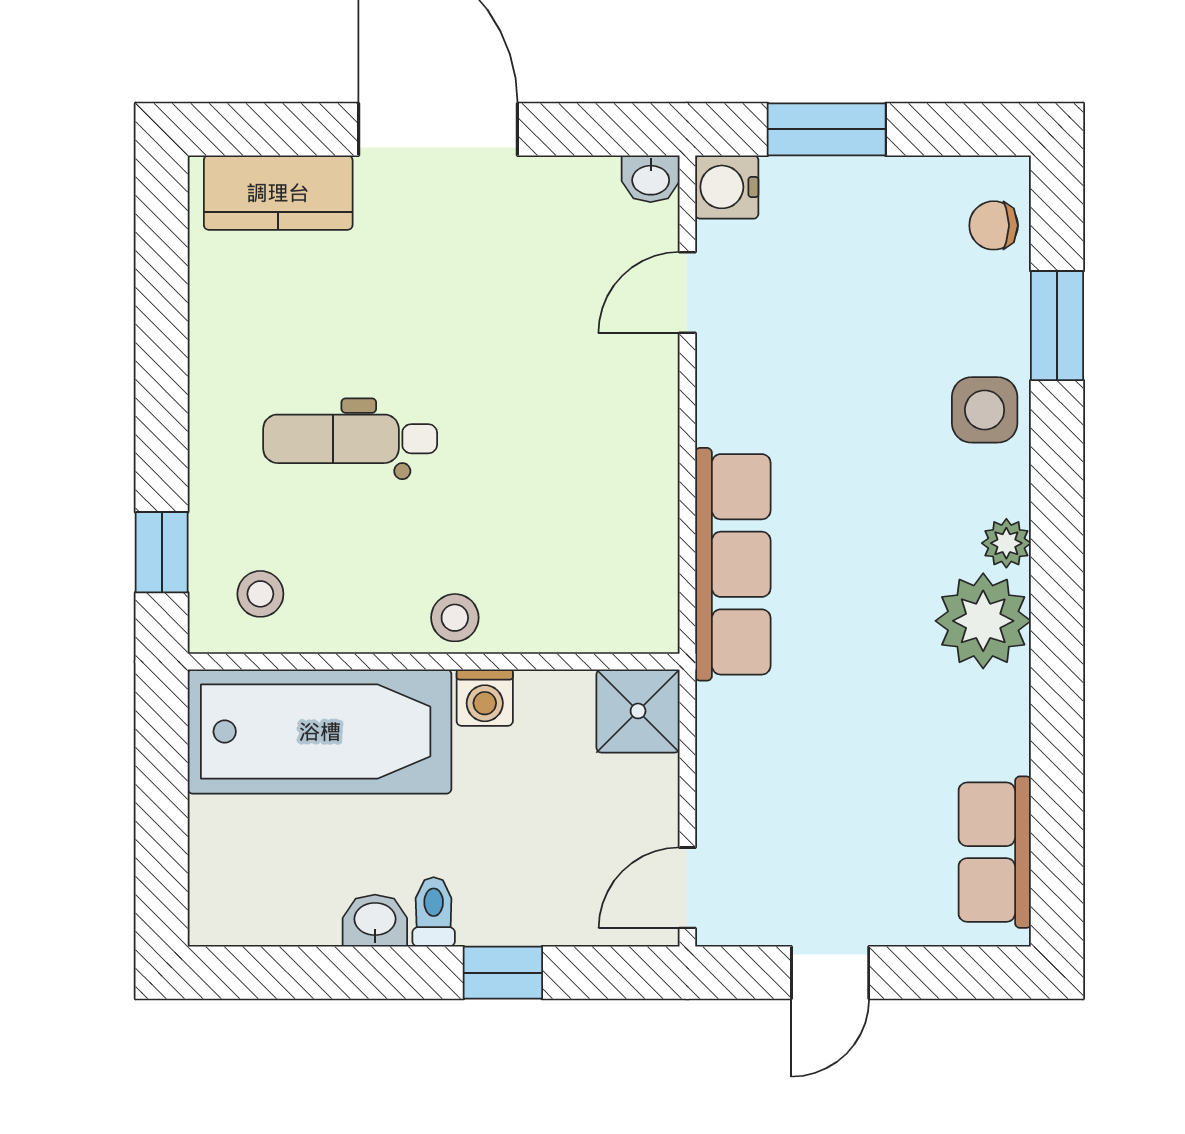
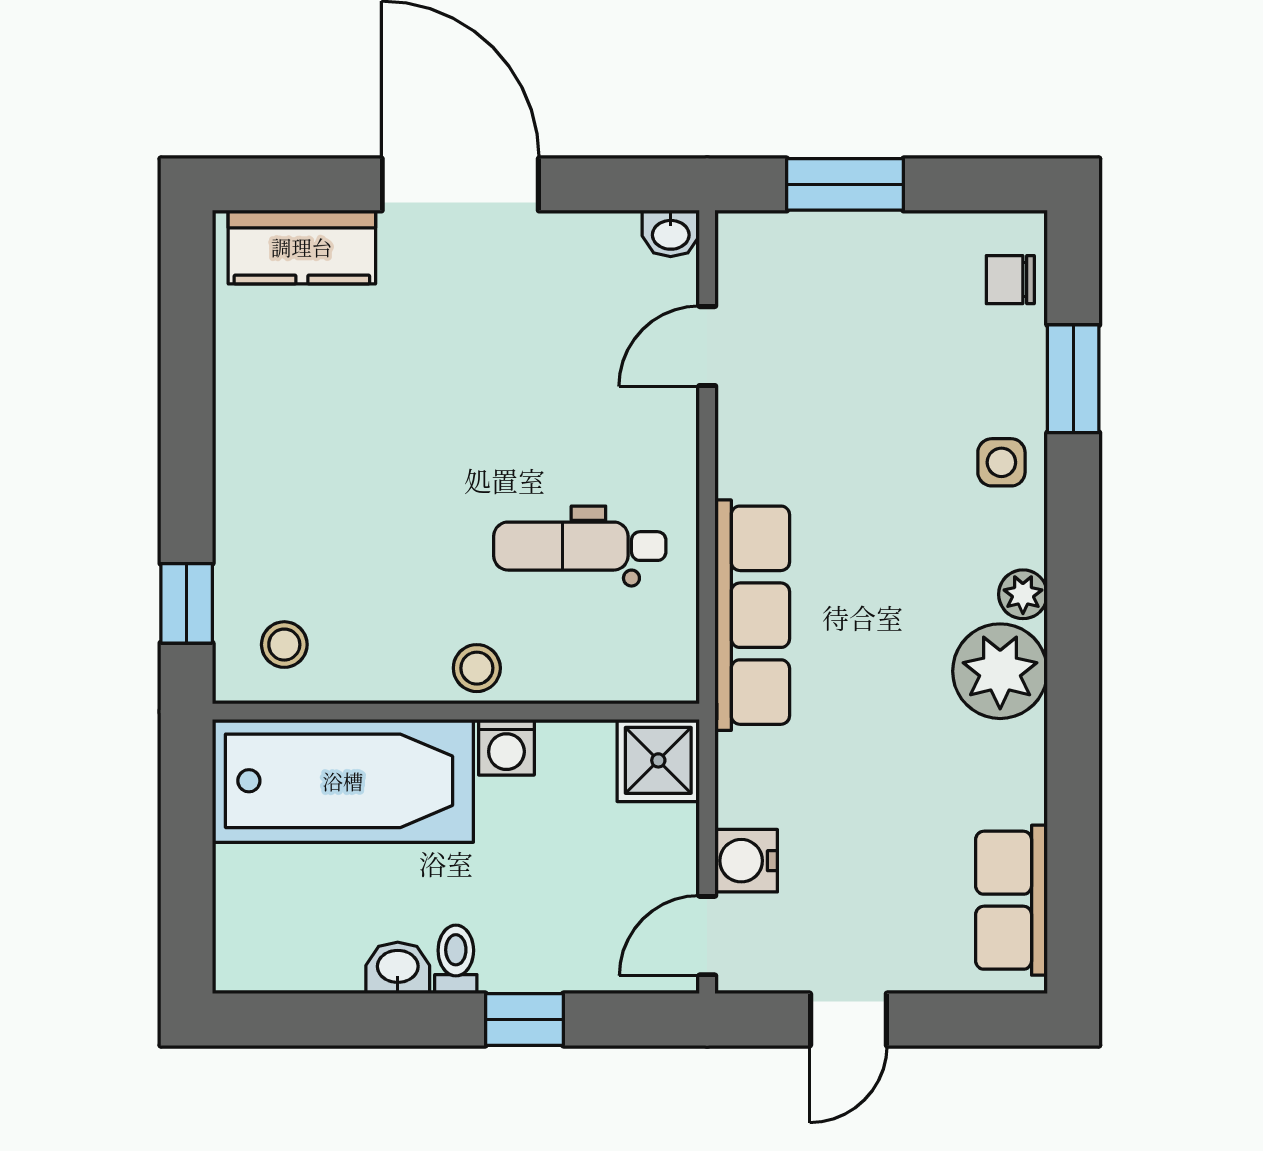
water cooler: (727, 187) -> (746, 861), moved
side table: (985, 410) -> (1001, 462), width x0.73, depth x0.73
dental chair: (350, 439) -> (580, 546), moved

